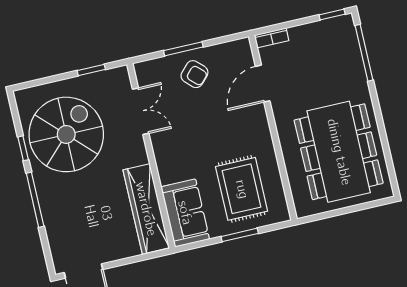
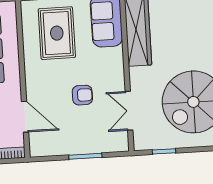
armchair: (194, 74) -> (82, 95), moved, turned 136
door: (263, 84) -> (25, 117), hinge flipped

